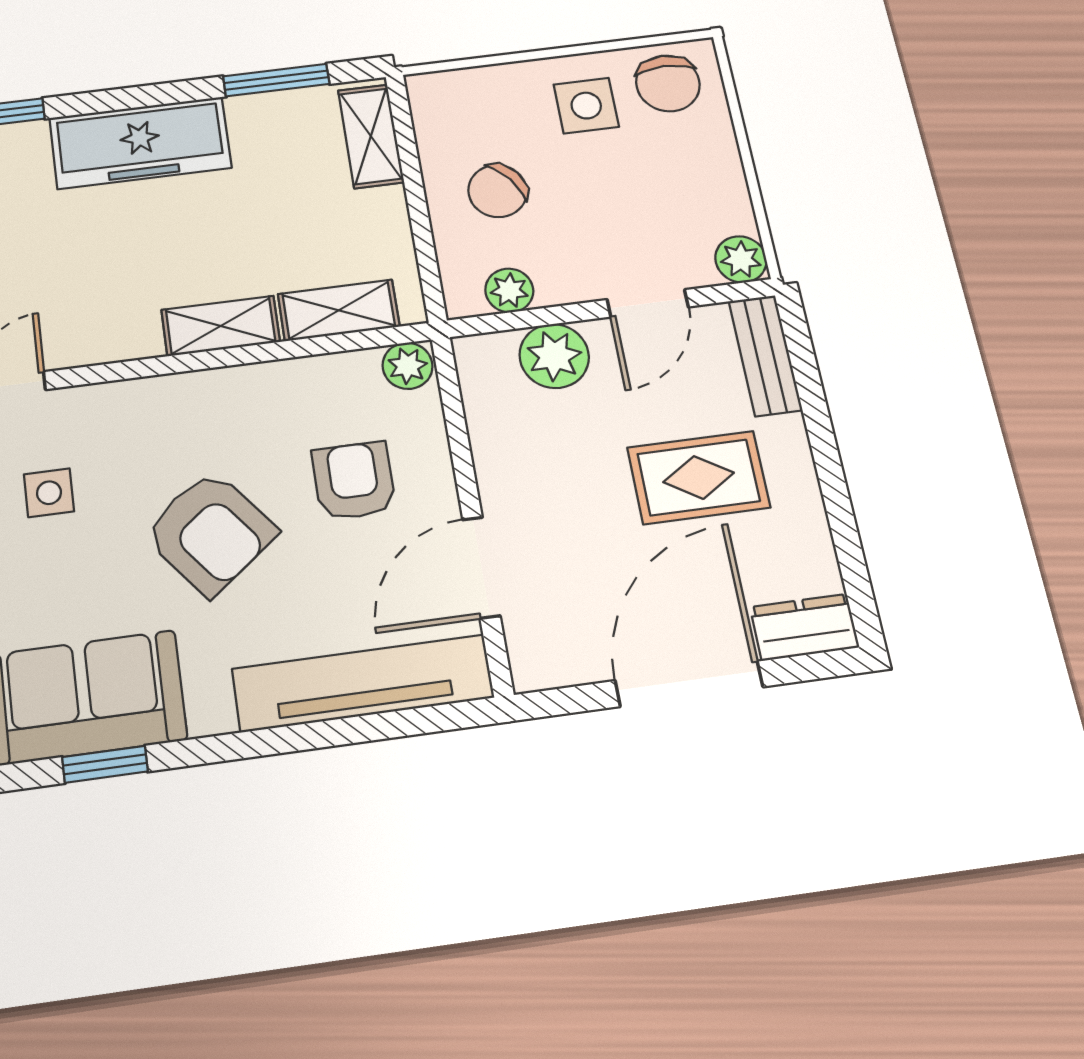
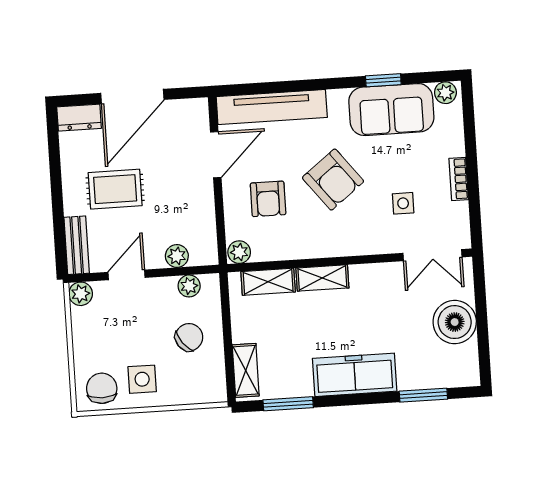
plant: (554, 356) -> (177, 256), width x0.73, depth x0.73
armchair: (210, 533) -> (333, 180), turned 180

